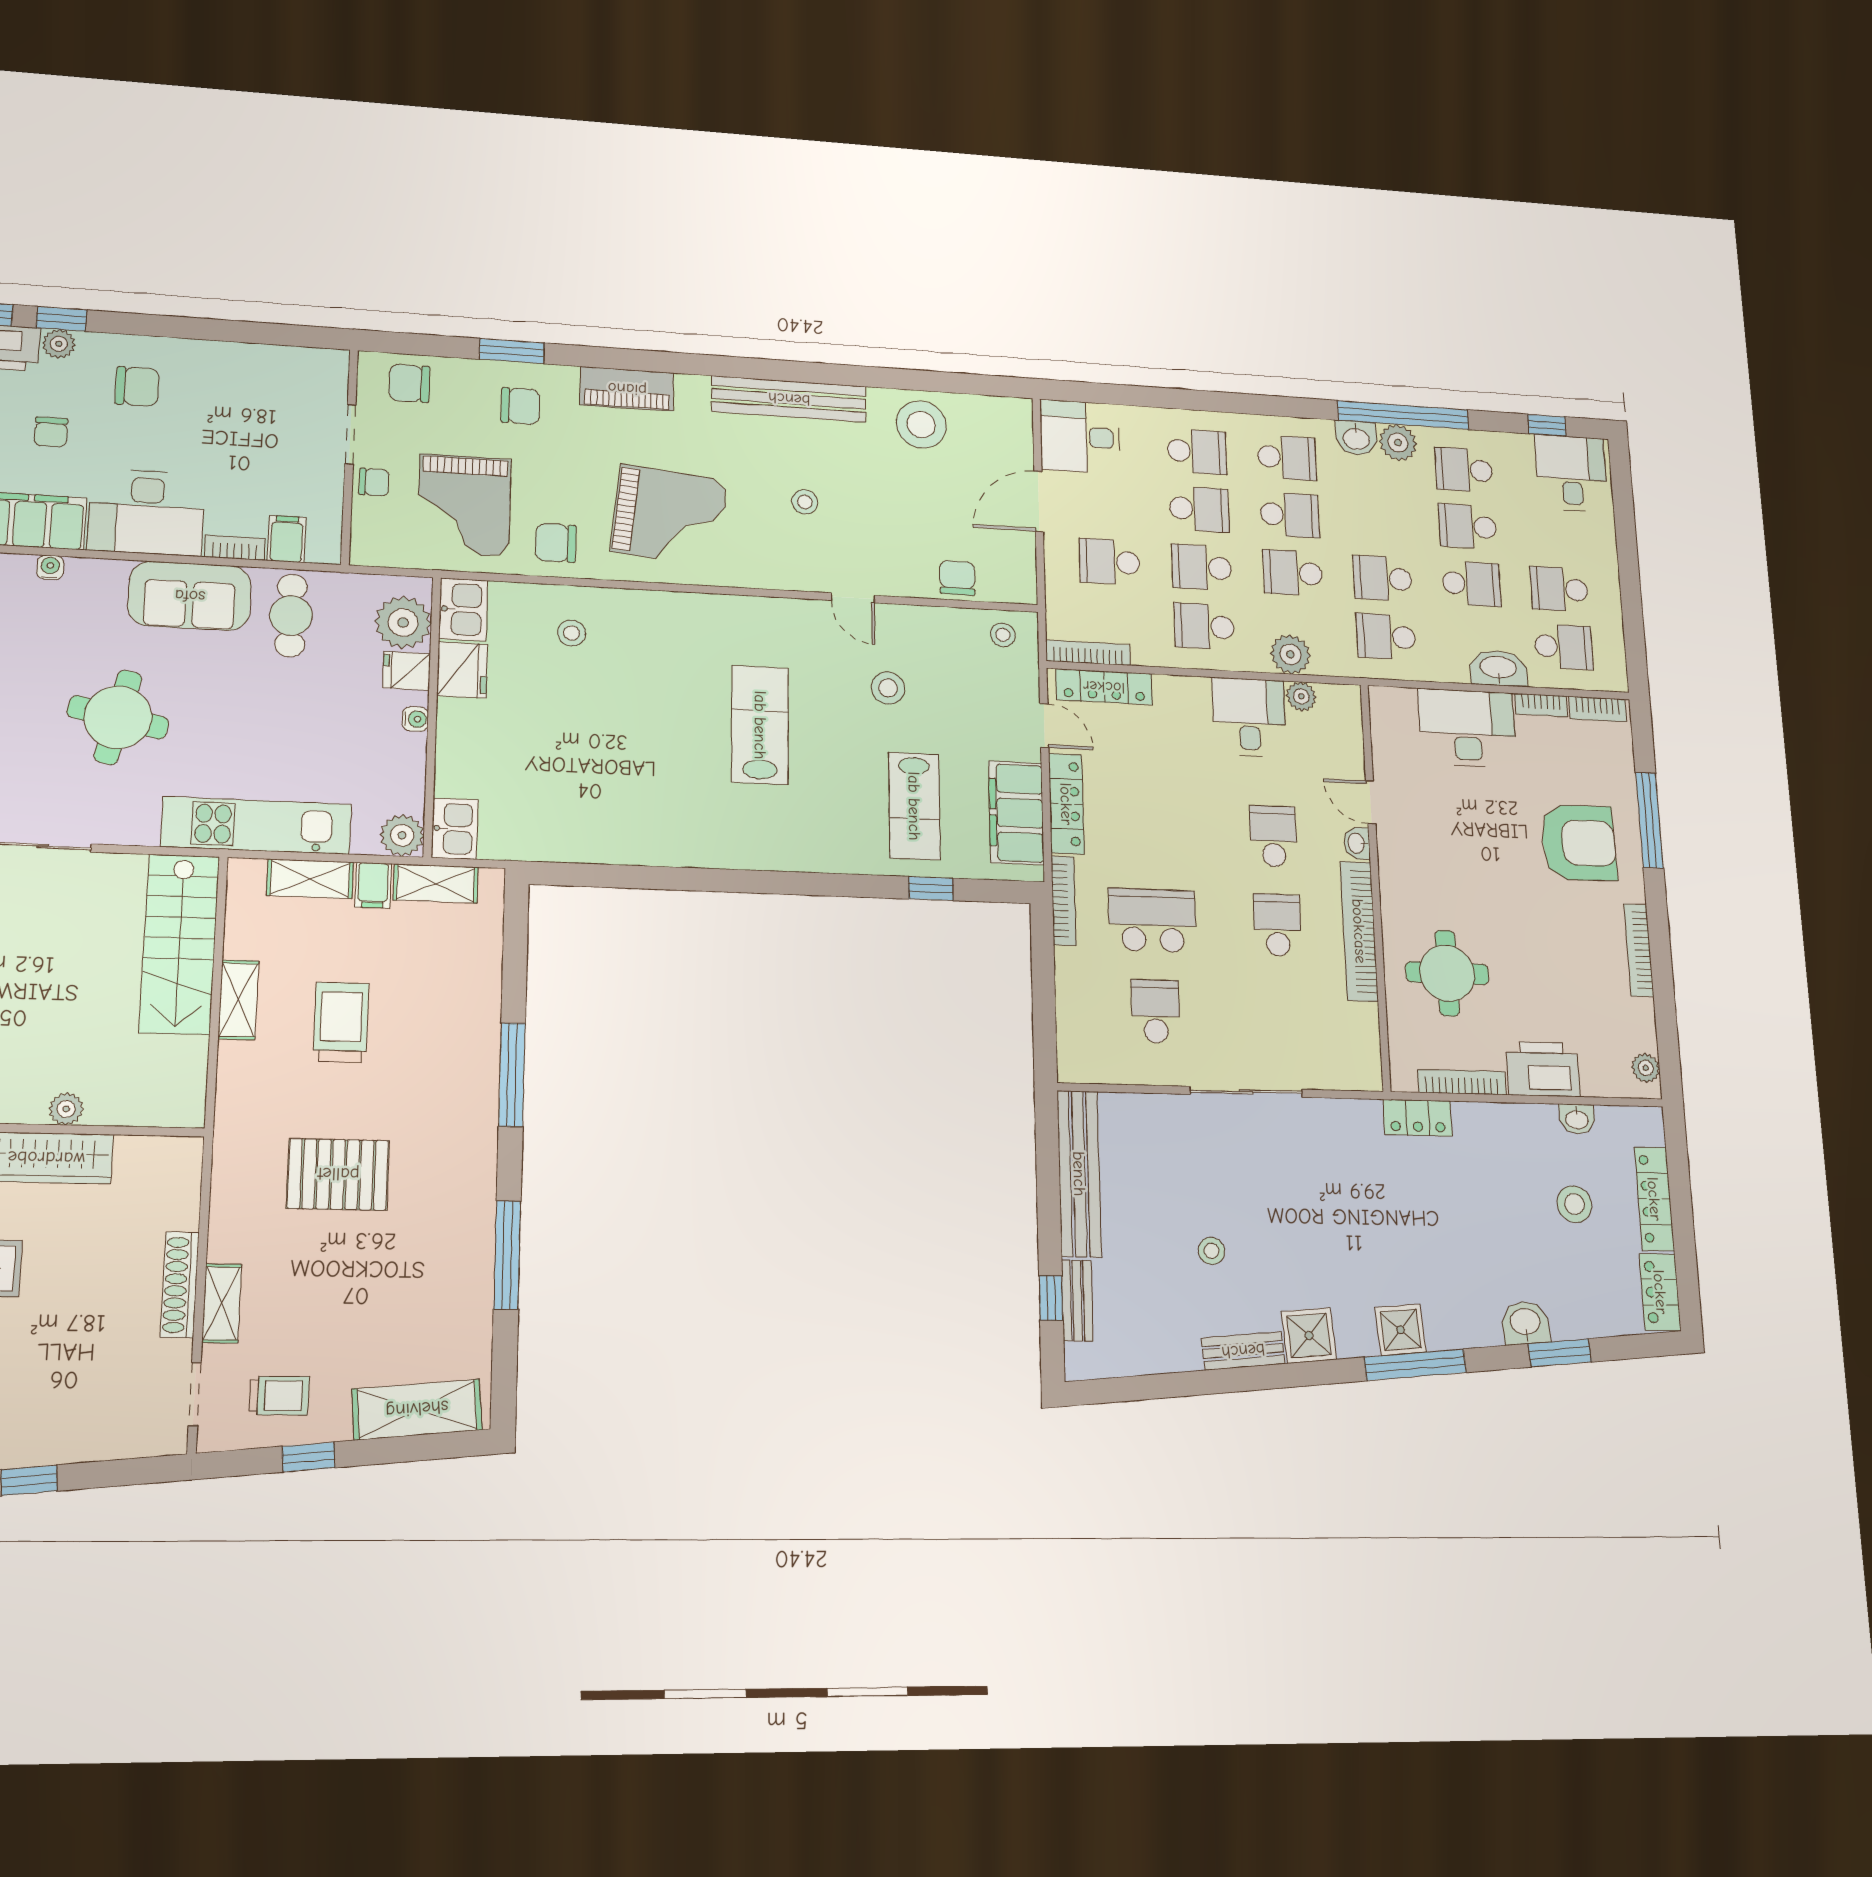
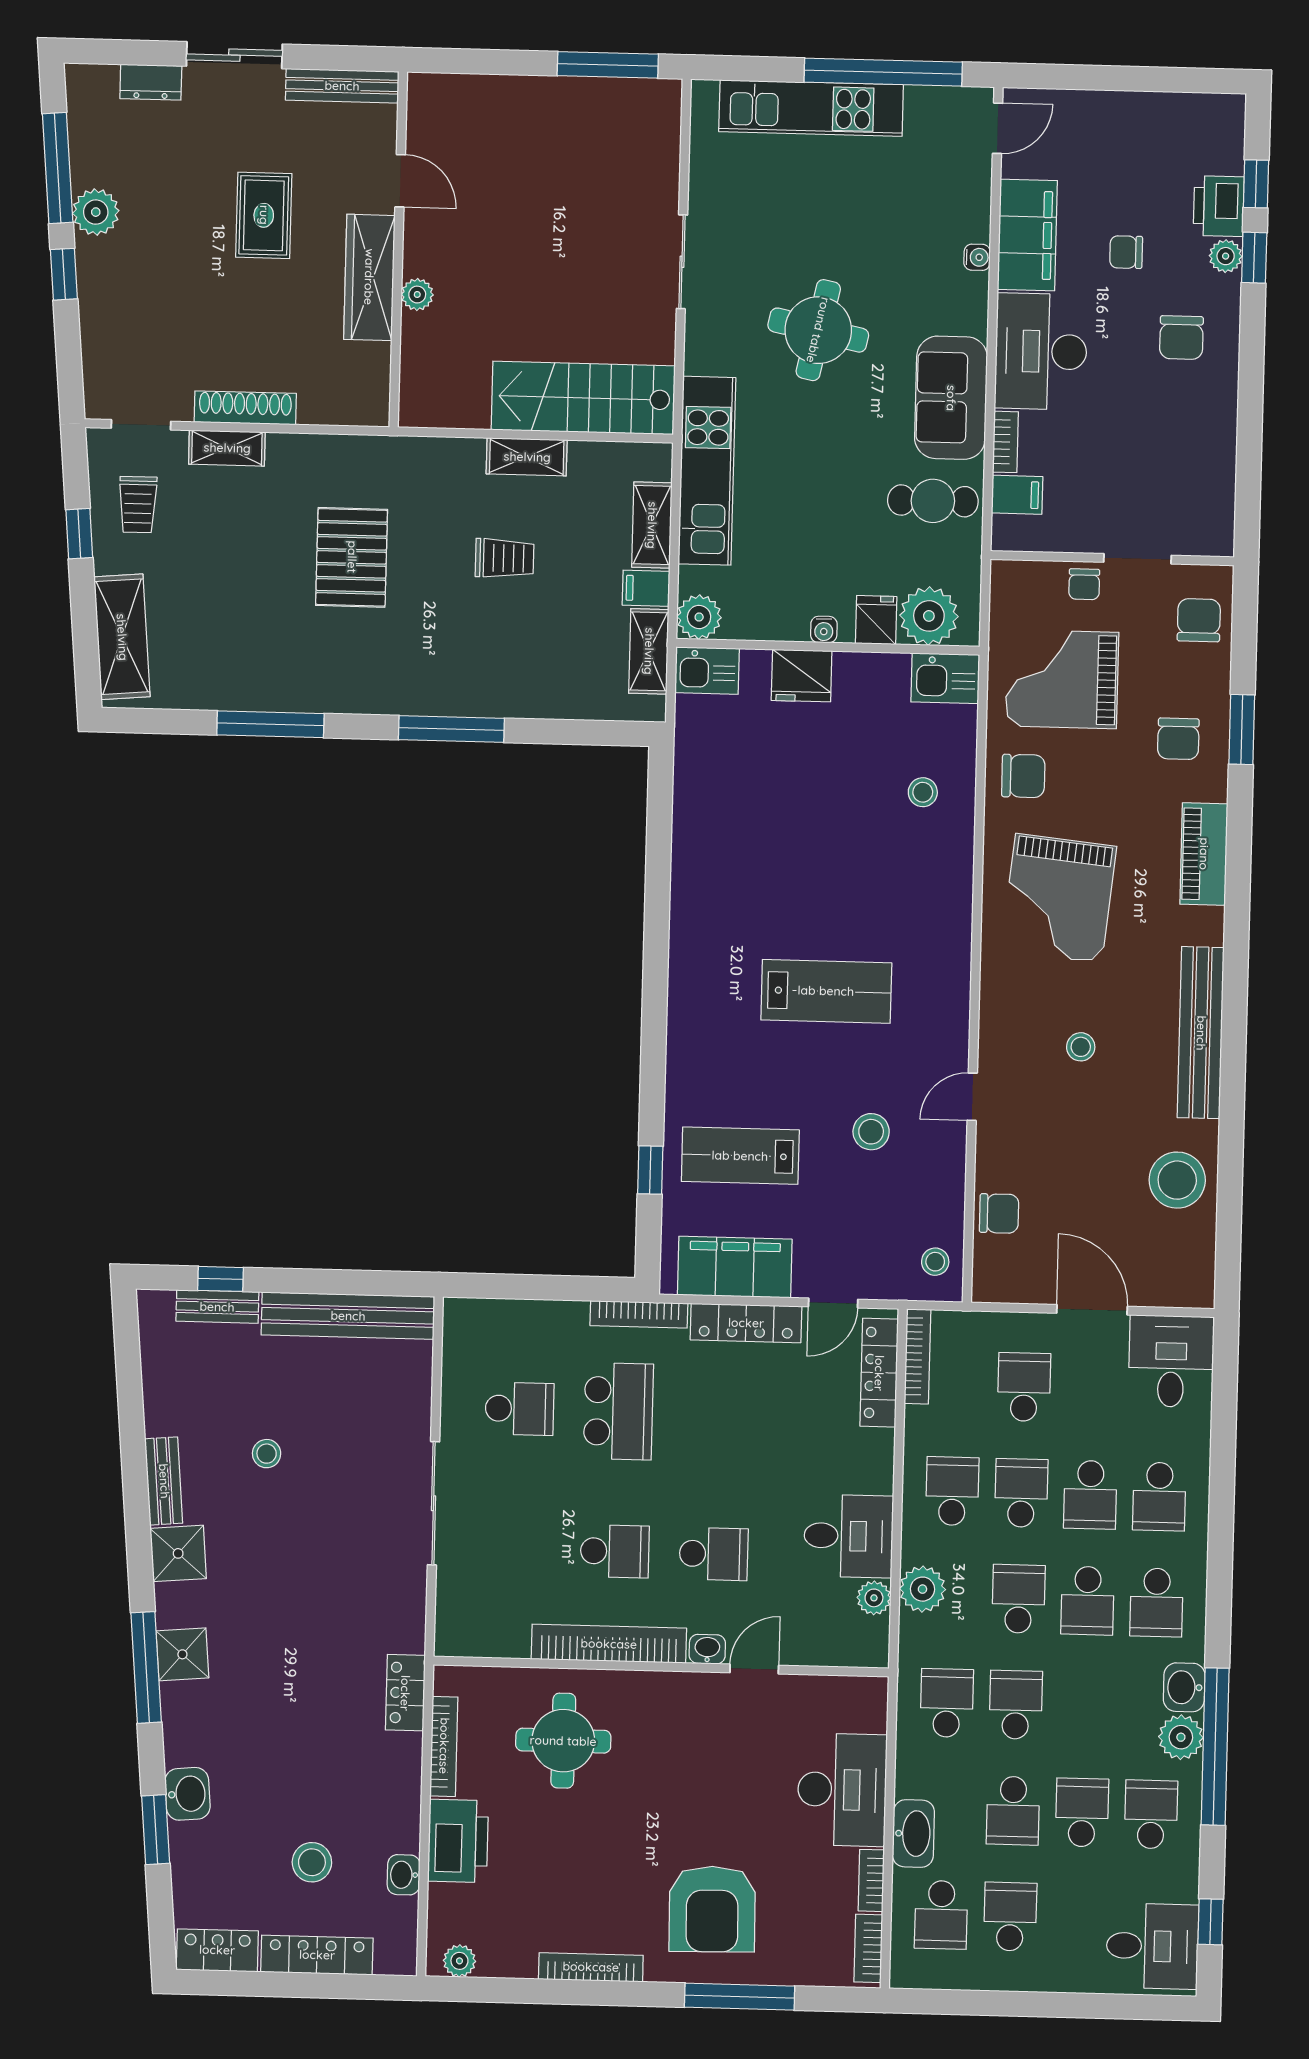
chair: (556, 543) -> (1023, 776), turned 90
fridge: (462, 670) -> (802, 676), moved
trolley: (341, 1022) -> (504, 558), width x0.73, depth x0.72

